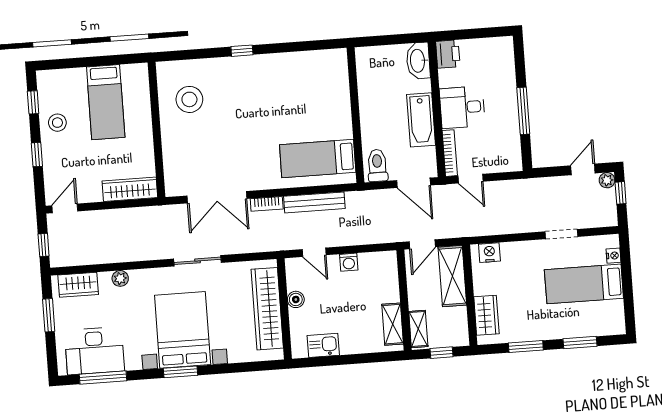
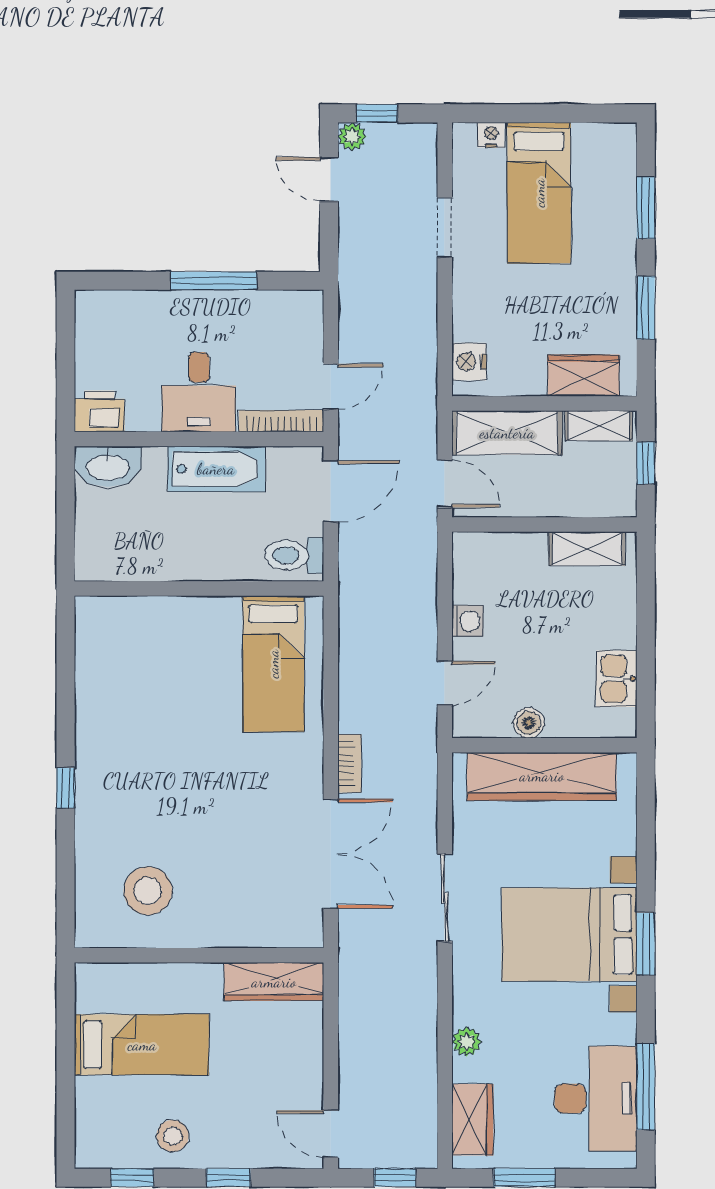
wardrobe: (130, 189) -> (274, 982), moved, turned -90
bench: (314, 202) -> (353, 676), removed
shelving: (418, 329) -> (599, 426), moved

